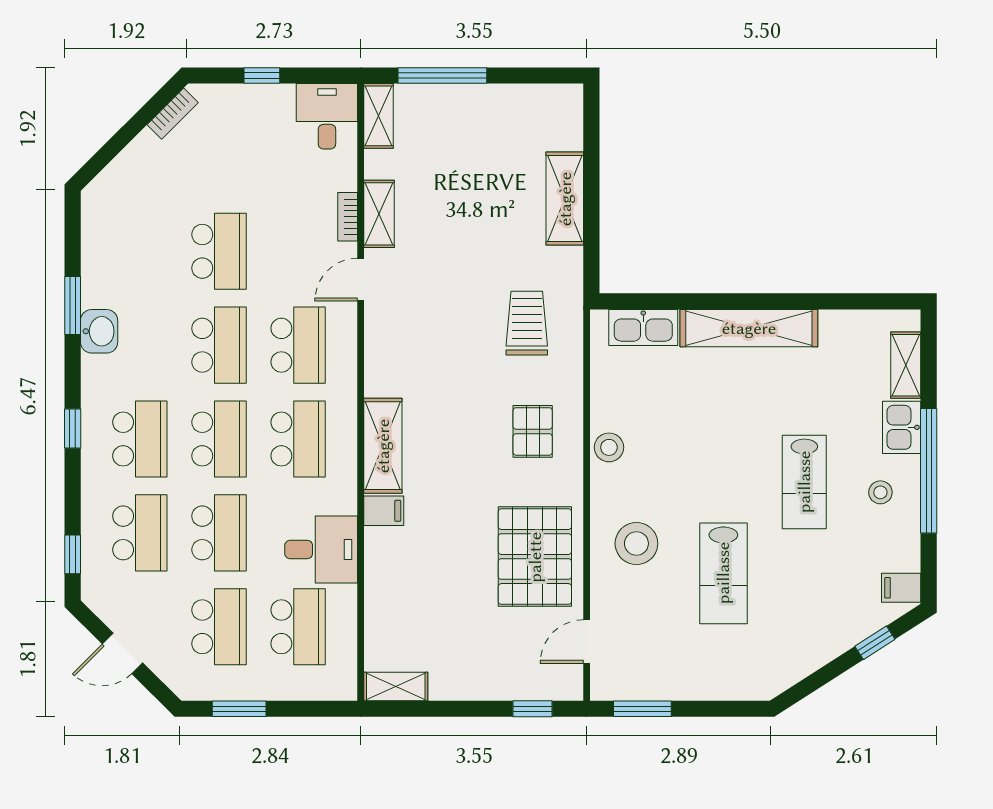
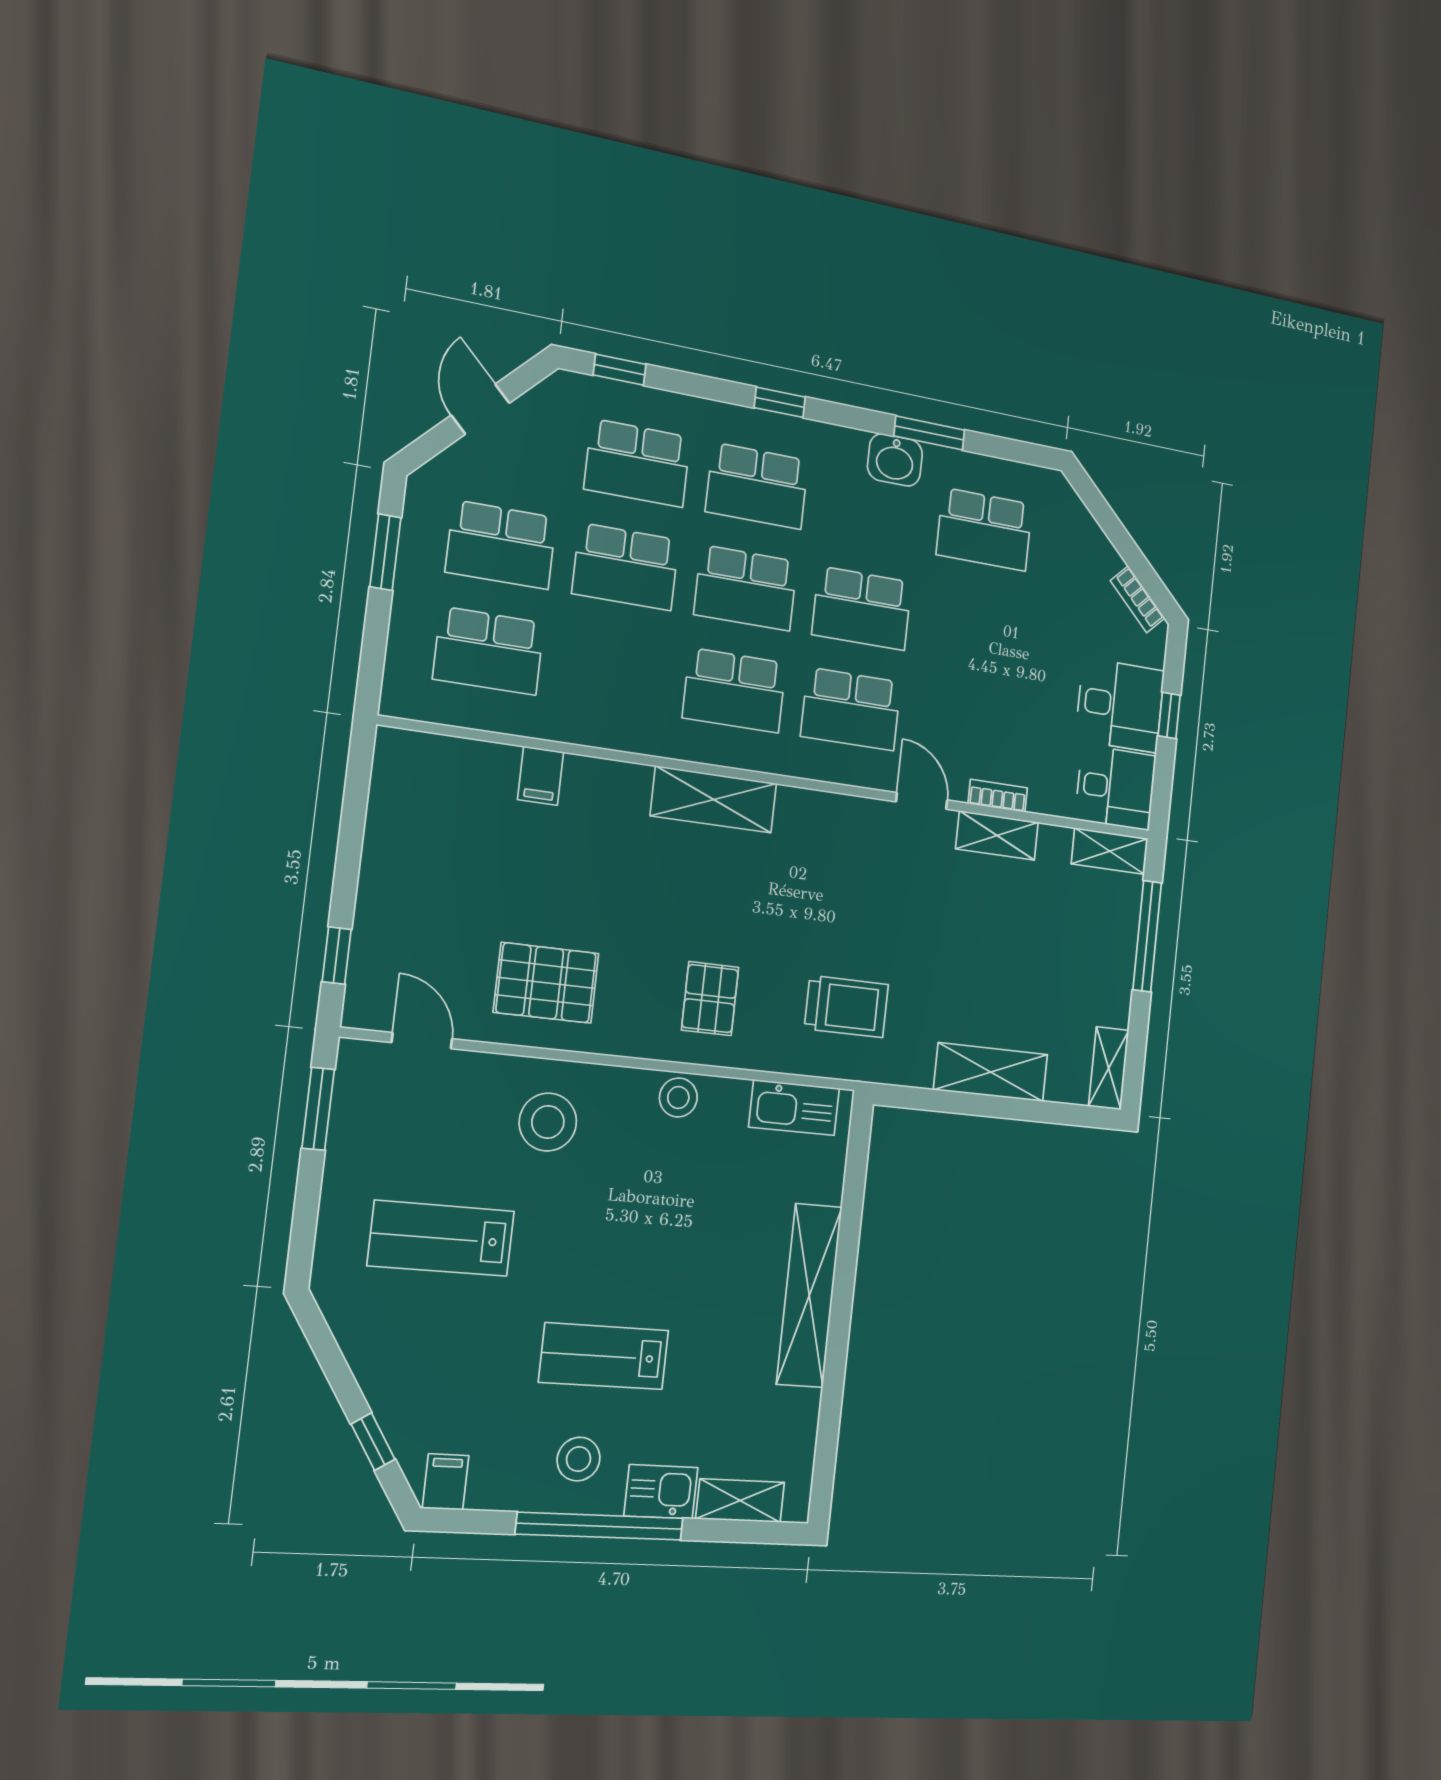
school desk: (219, 251) -> (984, 529), moved
kitchen sink: (643, 327) -> (794, 1108), moved, turned -90
pallet: (533, 431) -> (710, 999), turned 90
stool: (880, 492) -> (579, 1459), width x1.37, depth x1.37
filing cabinet: (384, 511) -> (541, 776), moved
desk: (321, 550) -> (1120, 705), moved, turned -90
pallet: (535, 557) -> (546, 983), width x0.73, depth x0.71
lab bench: (723, 573) -> (441, 1238), moved
shelving: (396, 686) -> (1109, 1068), moved

